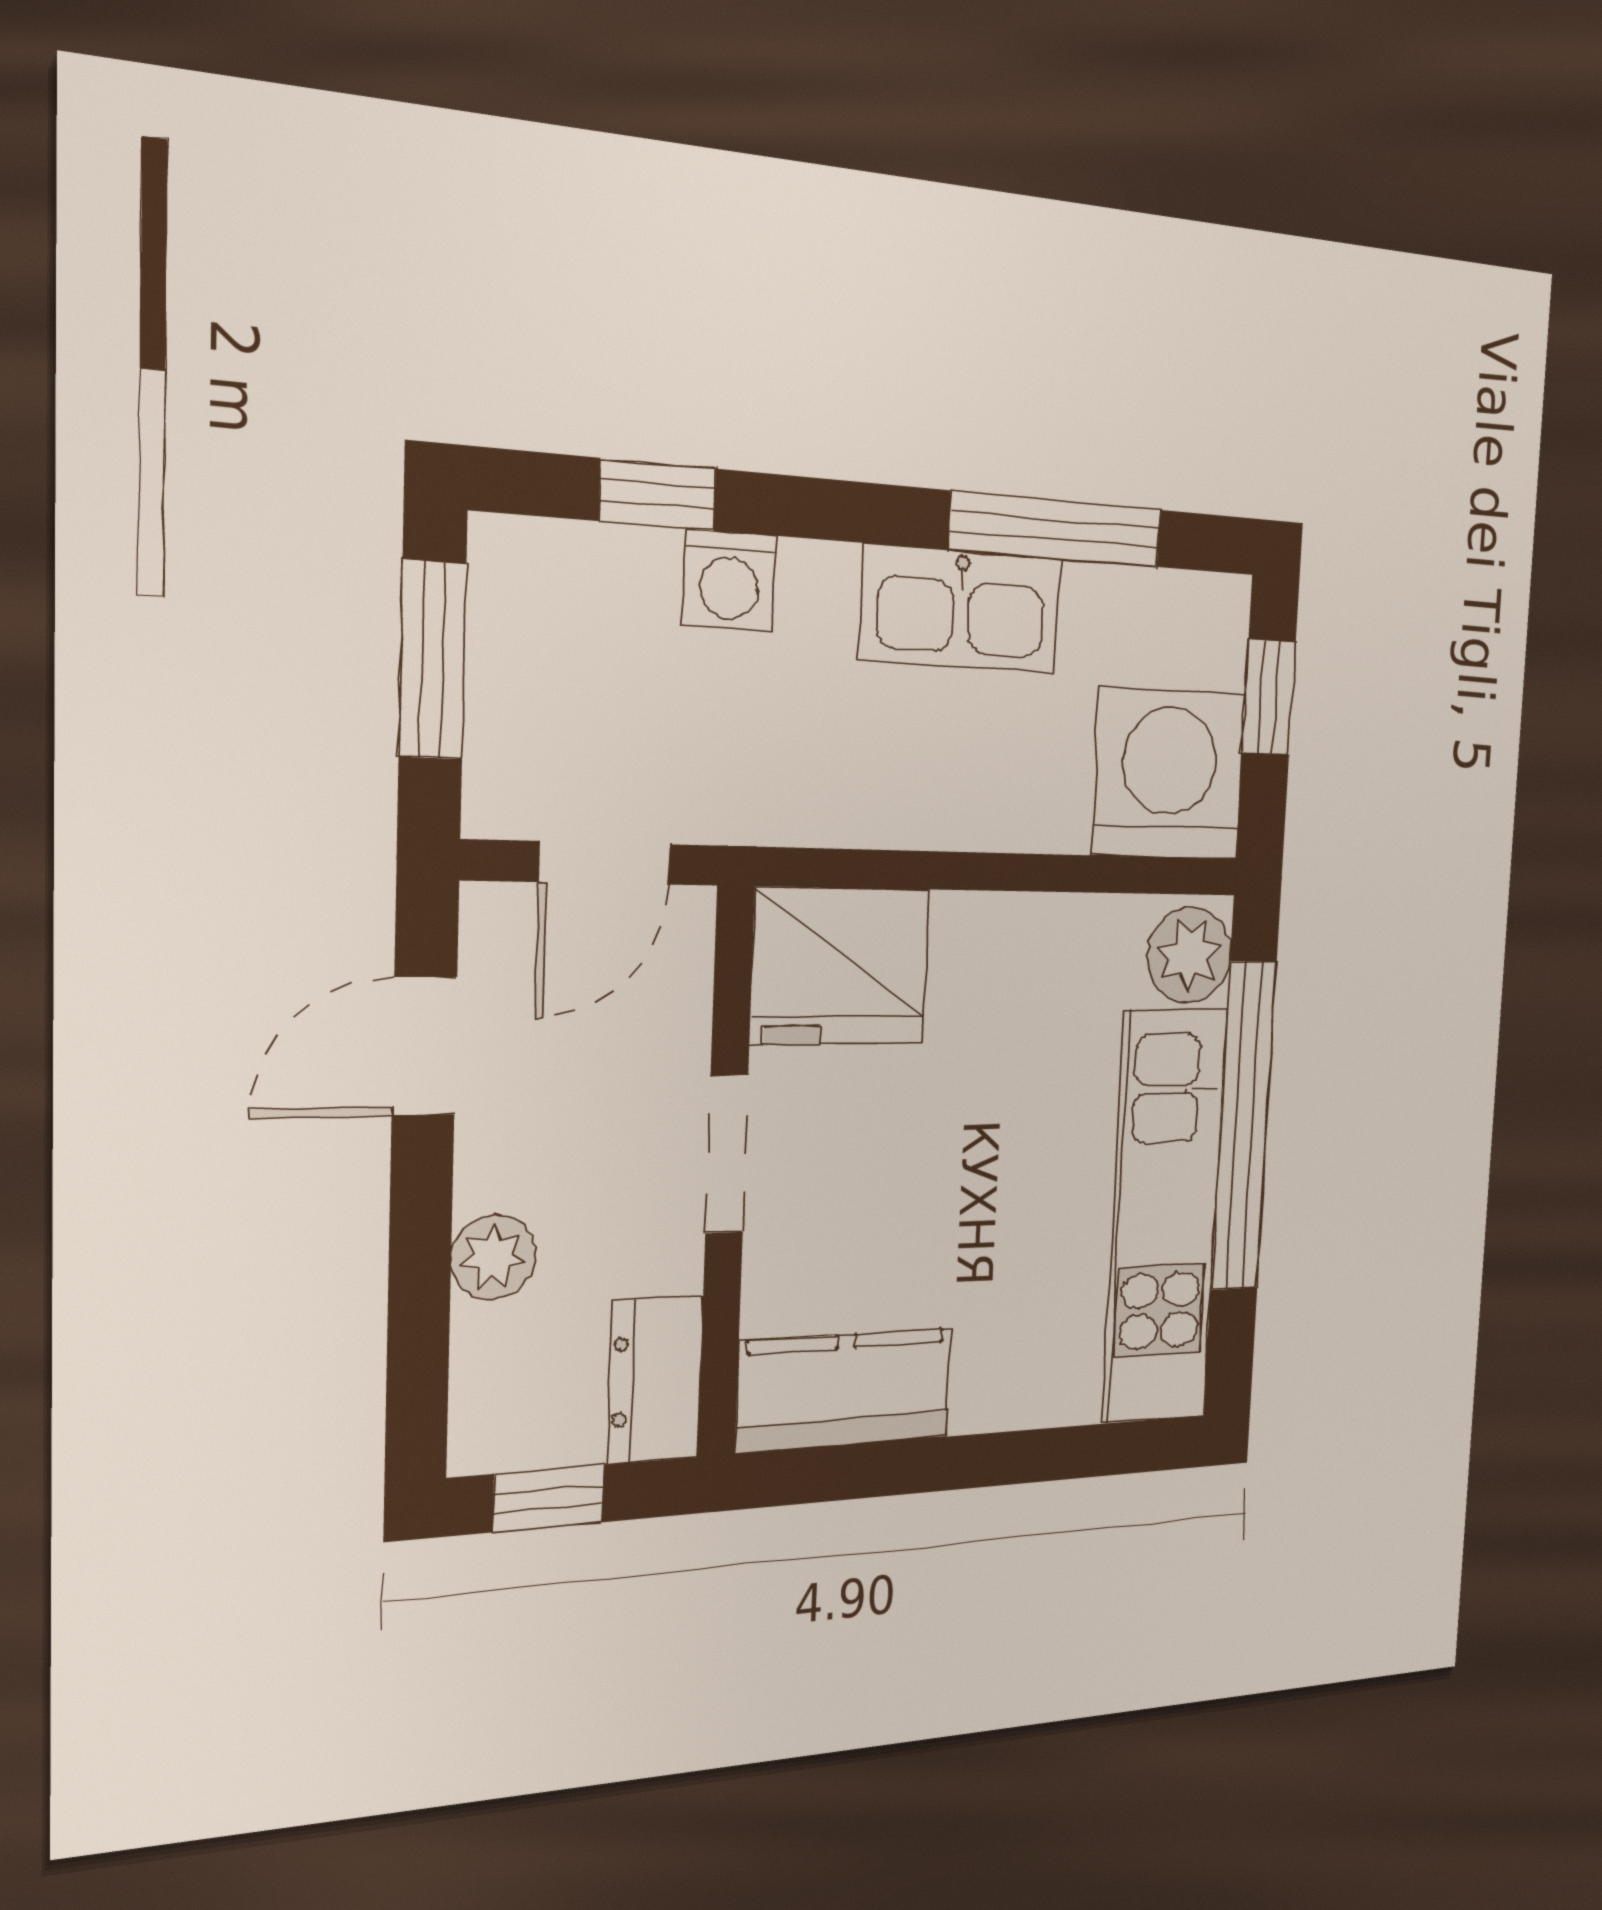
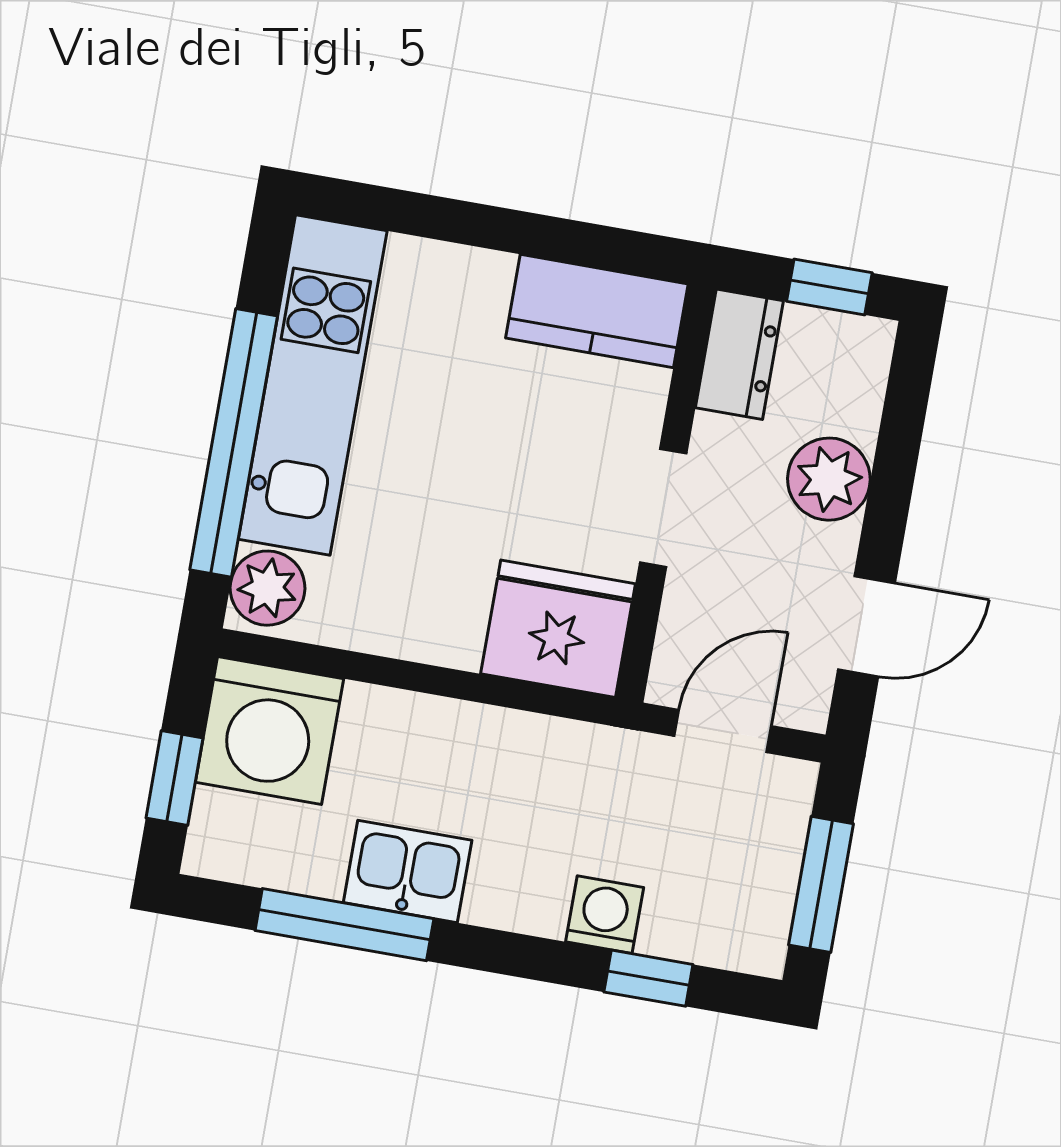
kitchen sink: (961, 609) -> (408, 871), width x0.73
plant: (494, 1257) -> (829, 479), width x1.38, depth x1.38

